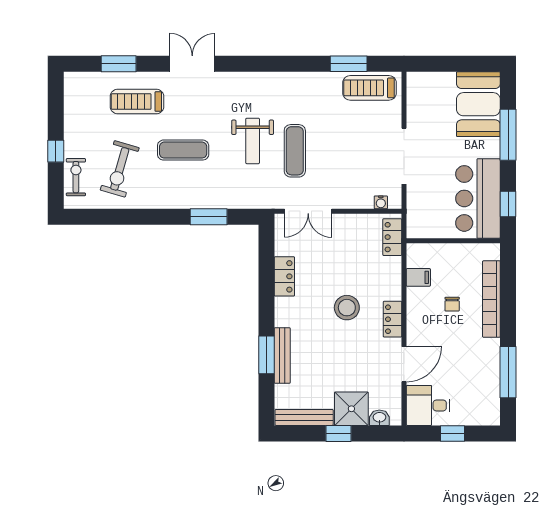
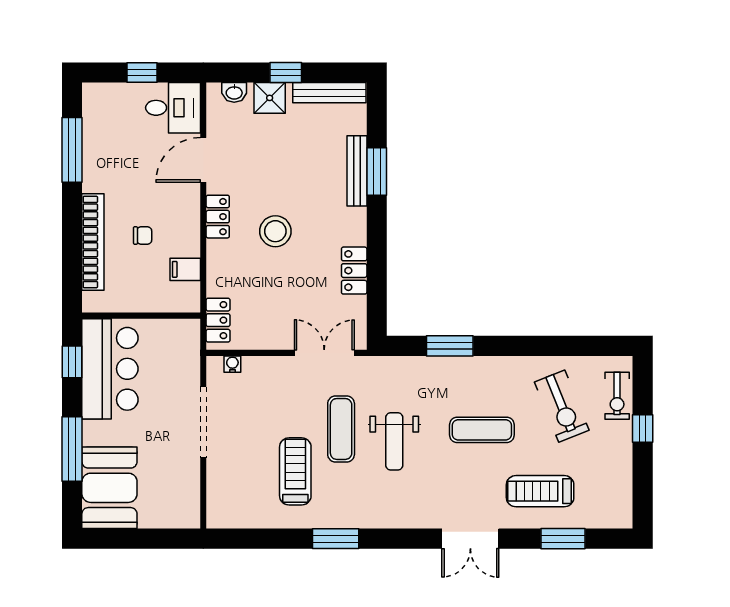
window: (349, 64) -> (336, 539), moved
treadmill: (370, 88) -> (295, 471), moved, turned -90
treadmill: (137, 102) -> (540, 491), turned 180
weight bench: (253, 141) -> (394, 441), turned 180
exercise bike: (120, 169) -> (562, 406), turned 142
chair: (452, 304) -> (143, 235), turned 90
shower: (351, 409) -> (270, 98), width x0.73, depth x0.73

